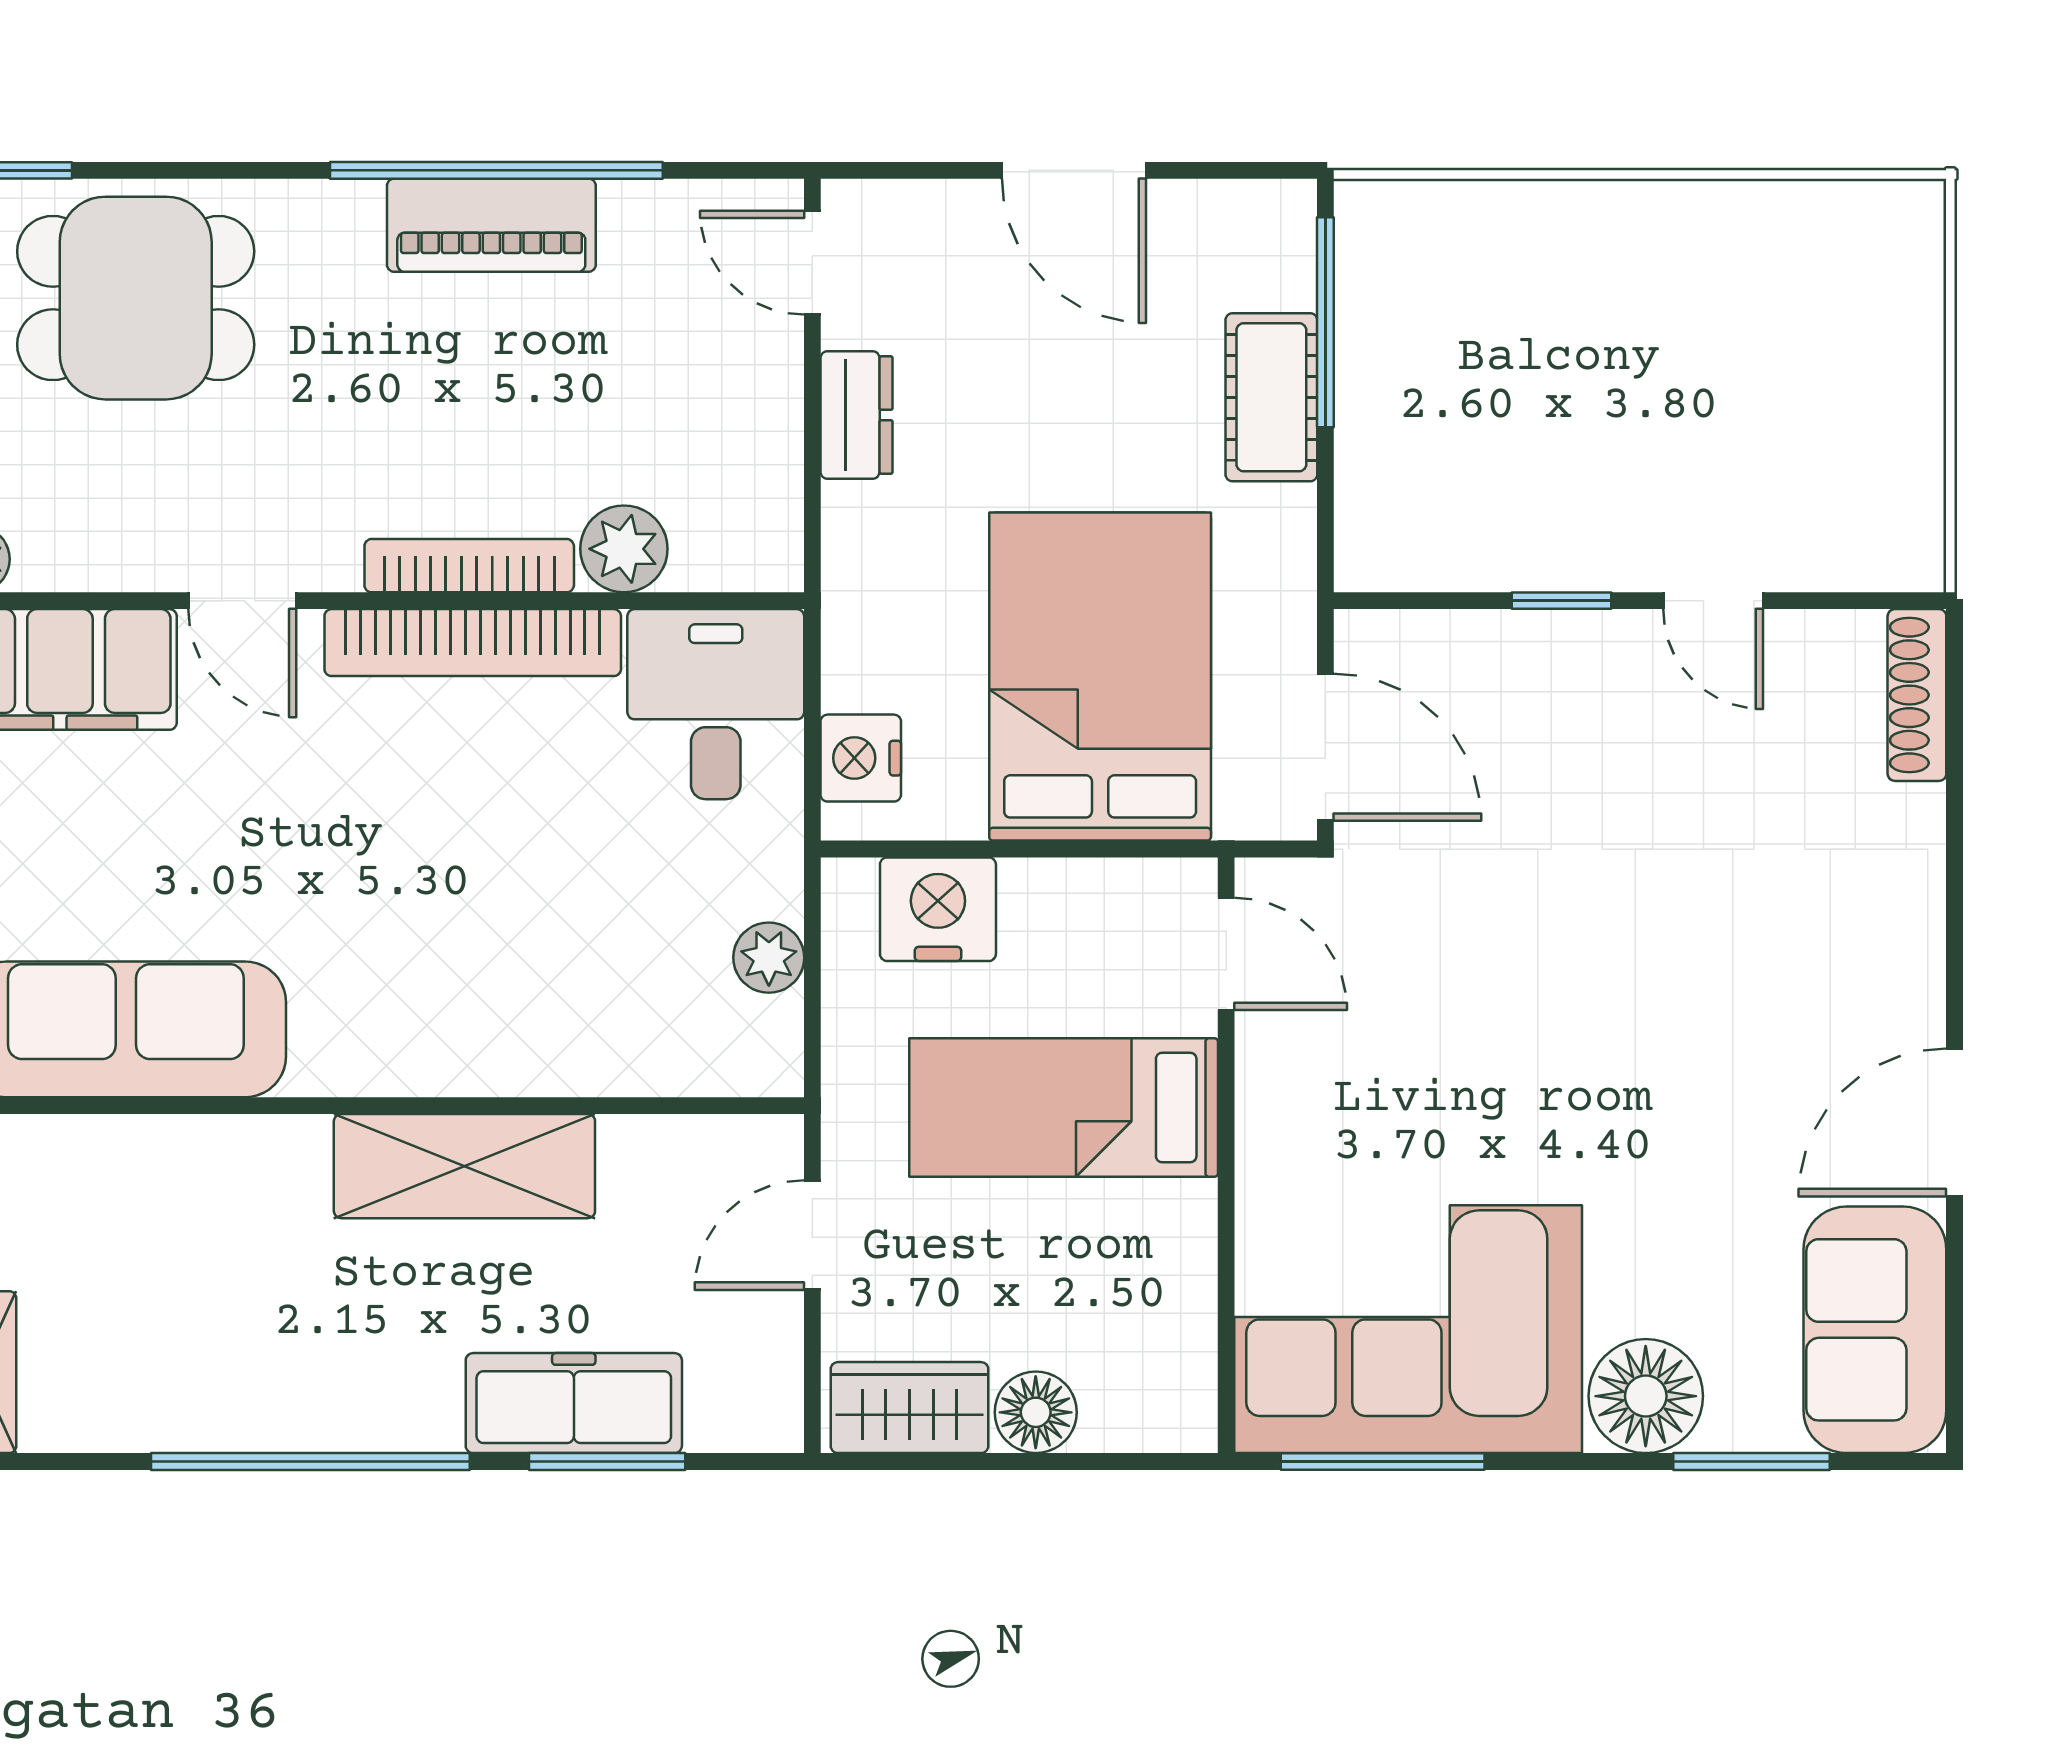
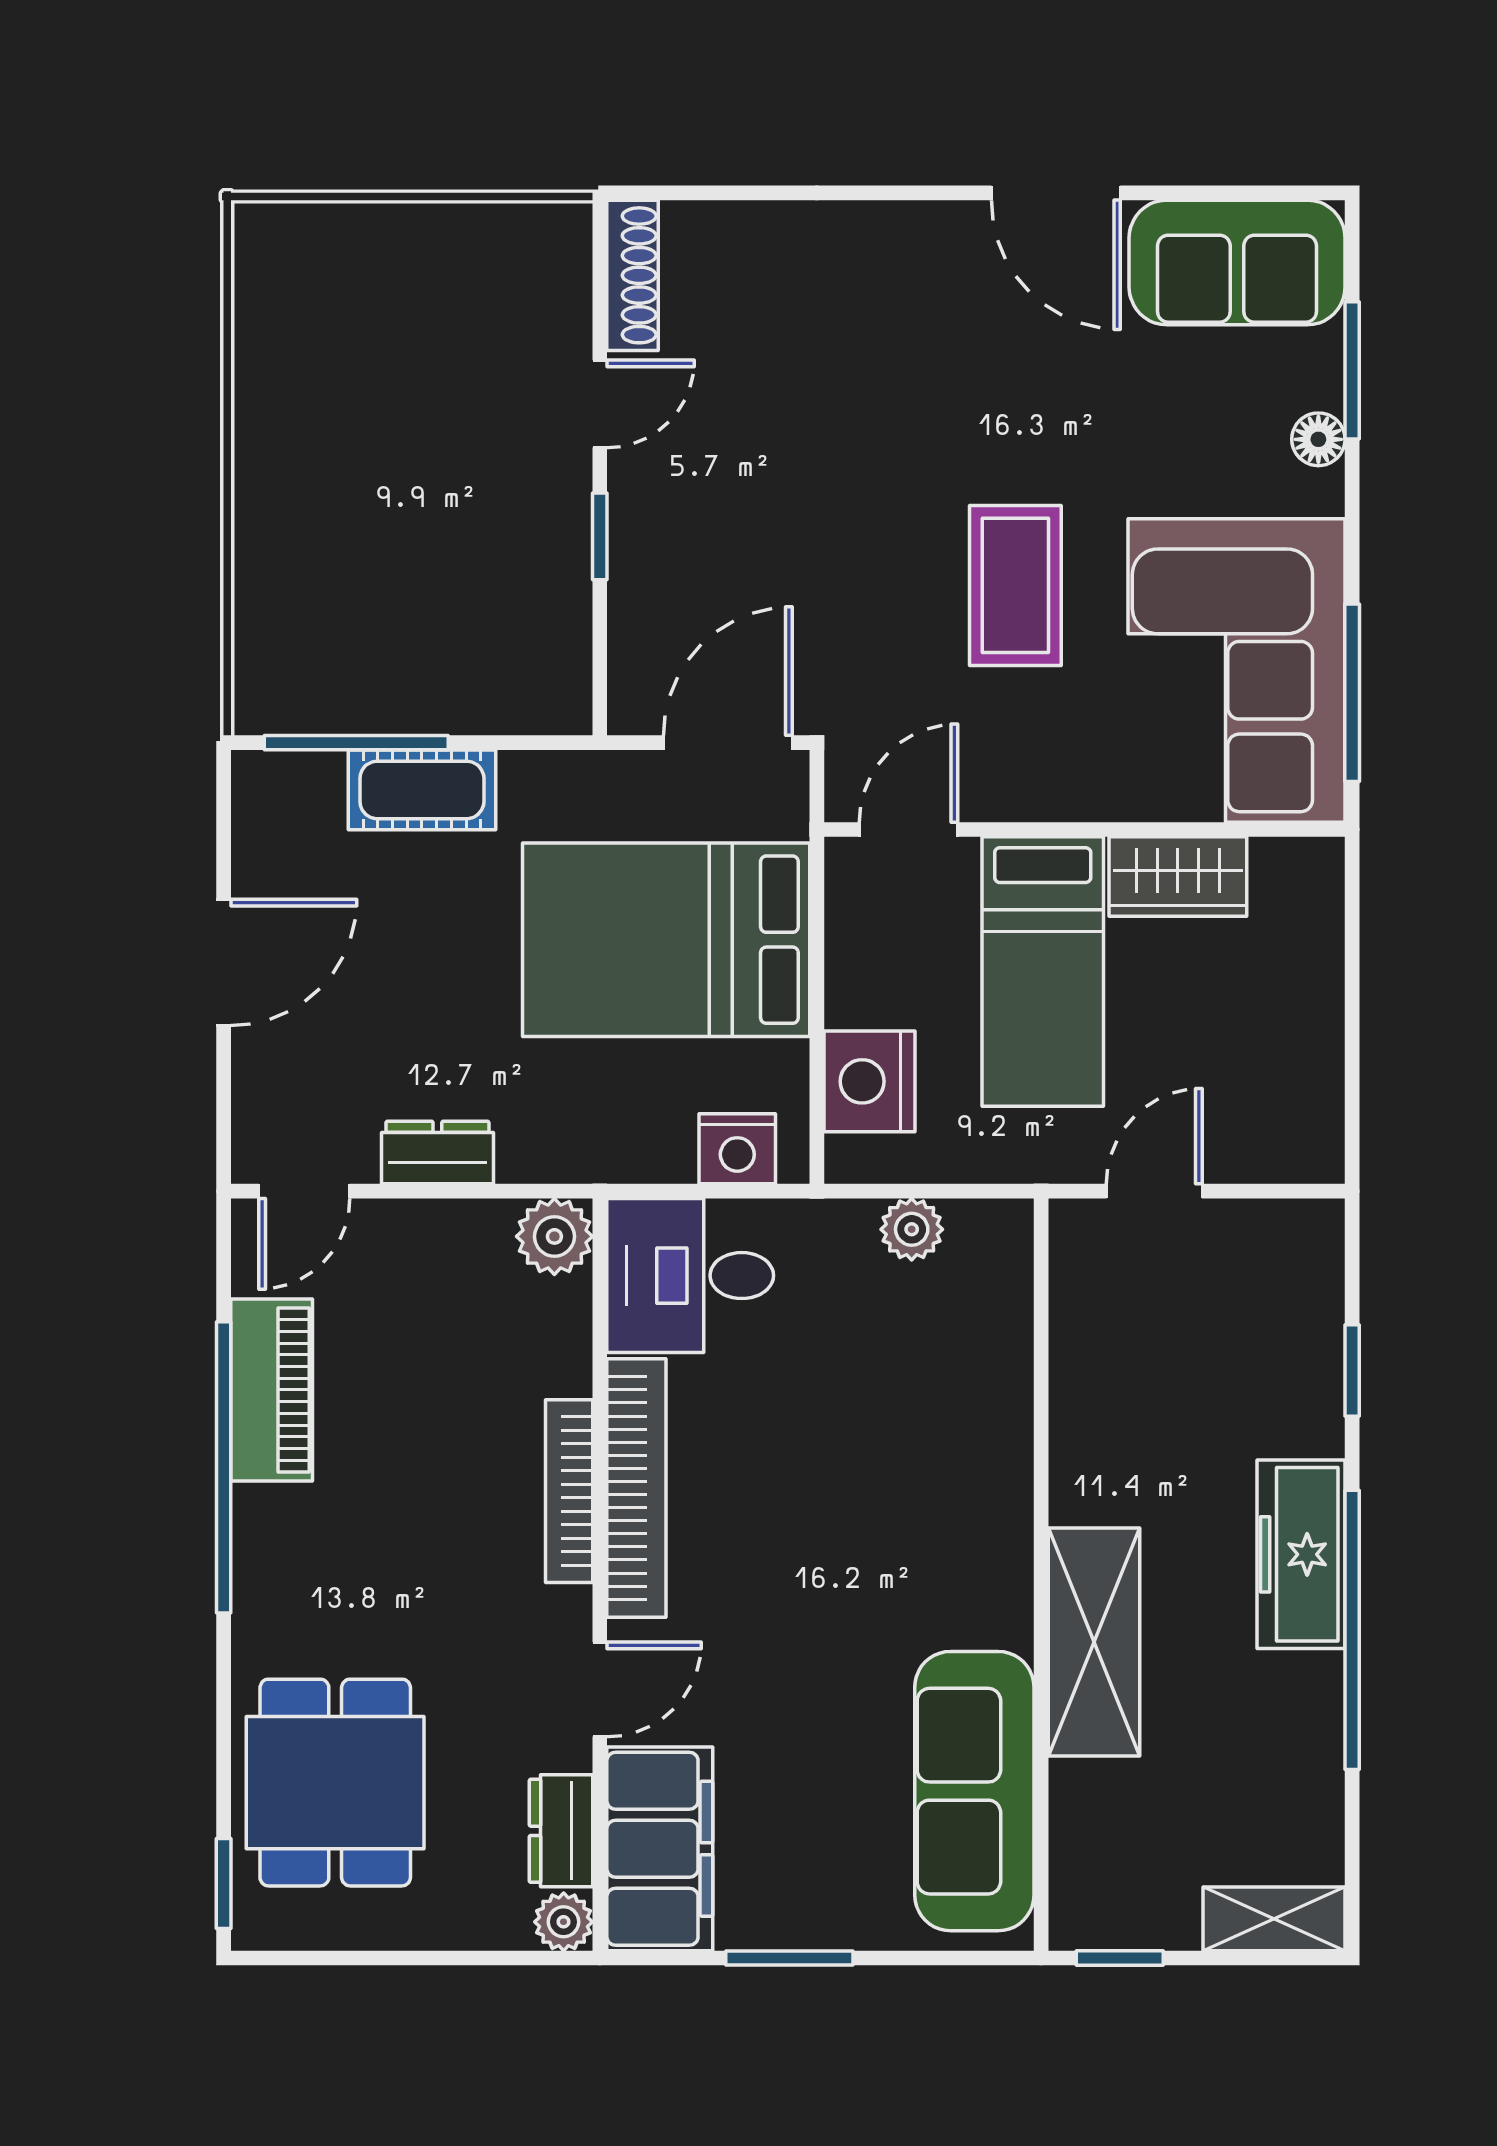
piano: (491, 225) -> (272, 1390), moved
plant: (624, 549) -> (554, 1236), moved
dresser: (80, 556) -> (561, 1831), added
shoe rack: (1917, 695) -> (633, 275), moved, turned -90
coffee table: (1505, 1076) -> (1015, 585), added
shelving: (464, 1166) -> (1094, 1642), moved
door: (812, 1235) -> (1154, 1191), swing flipped
floor lamp: (1646, 1396) -> (1318, 439), width x0.53, depth x0.53
freezer: (574, 1403) -> (1301, 1554), moved
wardrobe: (909, 1408) -> (1178, 877), moved, turned -90
floor lamp: (1036, 1412) -> (1309, 996), removed
window: (607, 1461) -> (1352, 1371), width x0.67

